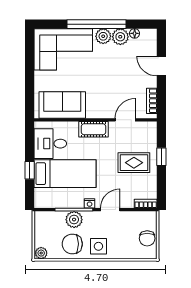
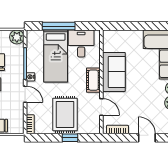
door: (161, 66) -> (147, 138), hinge flipped
sofa: (62, 105) -> (114, 72), moved
rug: (134, 163) -> (65, 114), width x1.36, depth x1.43
window: (30, 170) -> (59, 26), width x2.17
plant: (74, 220) -> (17, 37), moved

